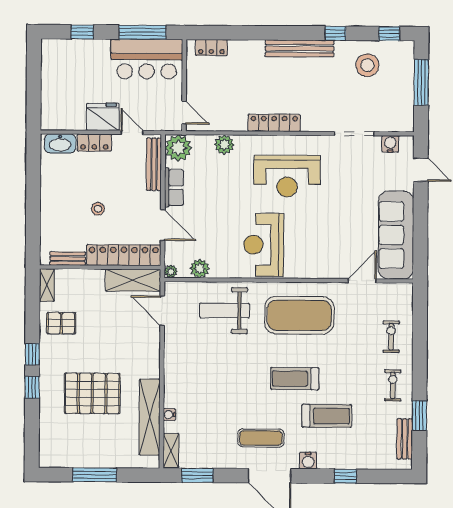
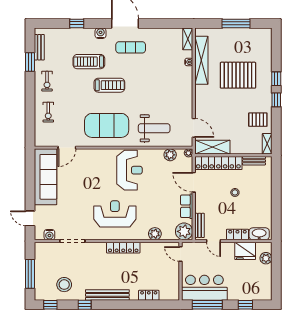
locker: (211, 48) -> (149, 295), moved
plant: (50, 105) -> (266, 258), added
fridge: (103, 117) -> (245, 251), moved
bench: (154, 164) -> (200, 225), width x0.73
window: (197, 475) -> (171, 23), removed

